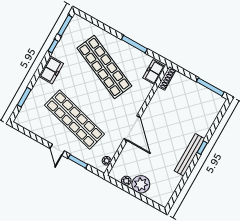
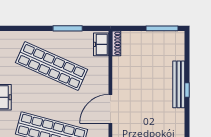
door: (132, 128) -> (110, 109), swing flipped
bench: (189, 155) -> (179, 84), moved

